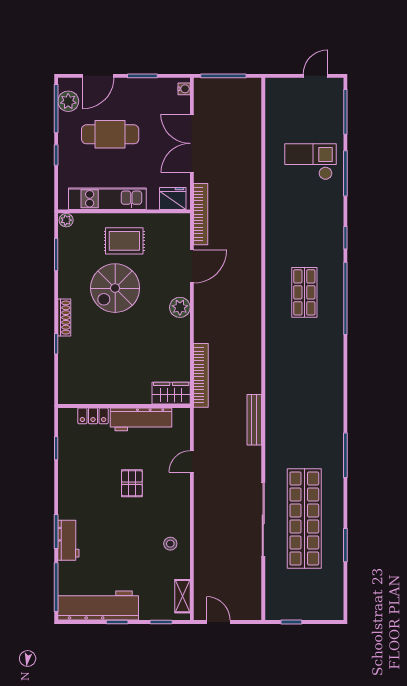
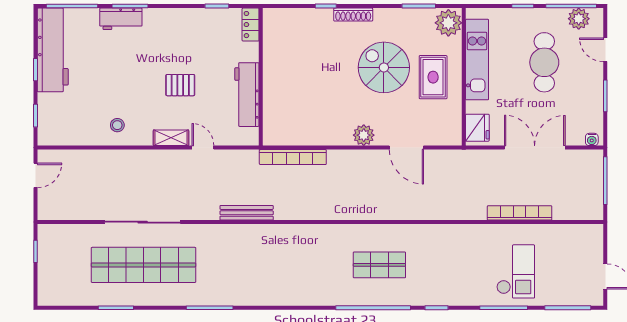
door: (98, 76) -> (605, 50), width x0.73
bookcase: (201, 214) -> (520, 213), moved, turned 180
plant: (66, 220) -> (448, 23), width x1.88, depth x1.88
wardrobe: (171, 393) -> (274, 126), removed
locker: (93, 416) -> (251, 25), moved
shelving: (183, 596) -> (171, 138), moved

